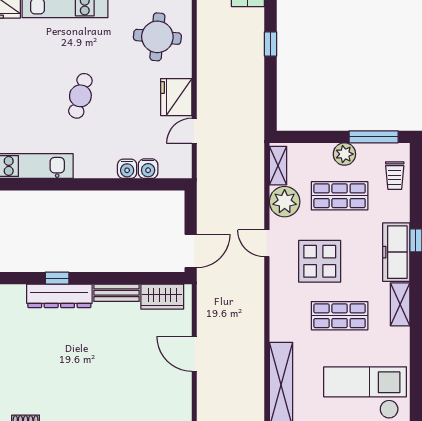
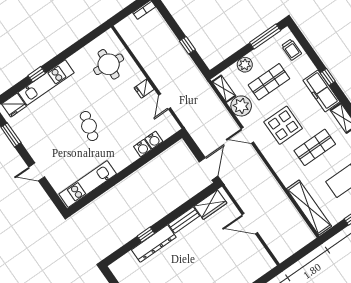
window: (271, 44) -> (187, 45), moved
fridge: (176, 97) -> (144, 89), width x0.53, depth x0.75
plant: (344, 154) -> (245, 65), moved

